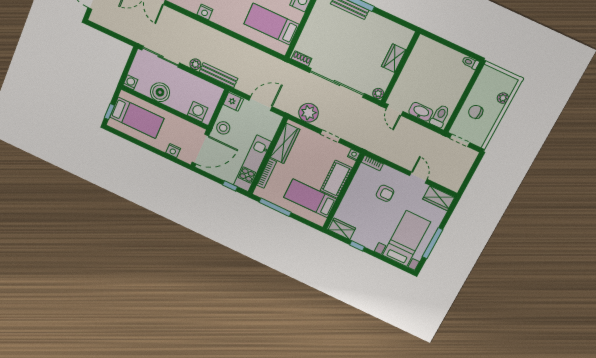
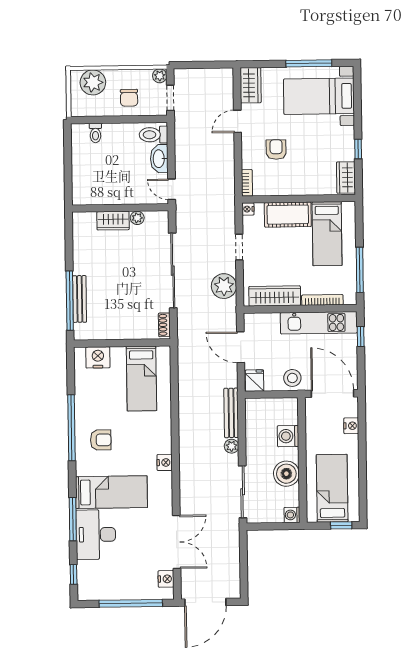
toilet: (470, 63) -> (95, 133), moved
plant: (378, 94) -> (137, 218), moved
plant: (503, 98) -> (93, 82), width x1.88, depth x1.88
door: (395, 110) -> (172, 189), swing flipped
washing machine: (198, 112) -> (288, 436), moved
plant: (479, 141) -> (160, 76), added

